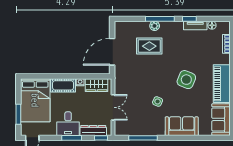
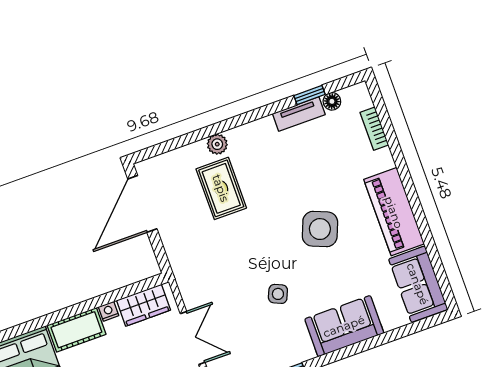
window: (160, 19) -> (223, 126), removed
window: (189, 19) -> (310, 95), moved
rug: (149, 46) -> (221, 188), turned 90
door: (112, 52) -> (142, 204), moved

